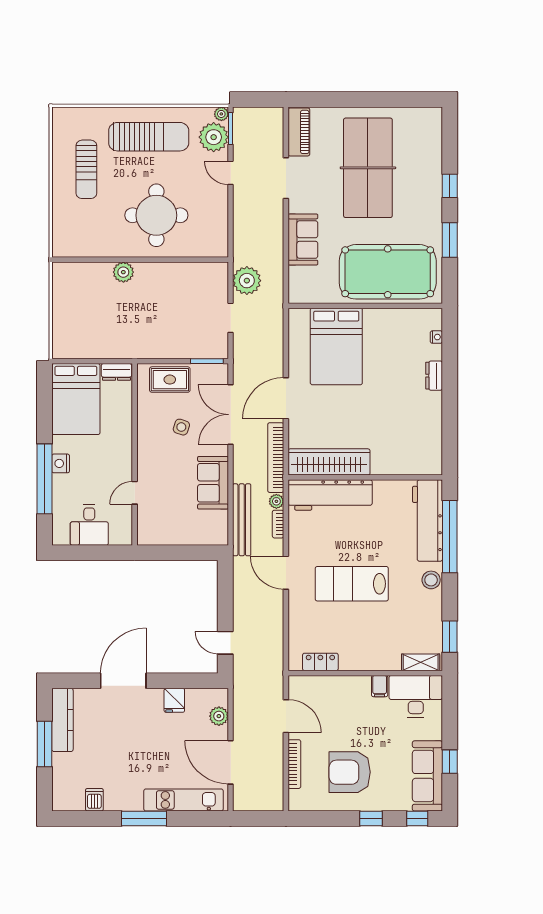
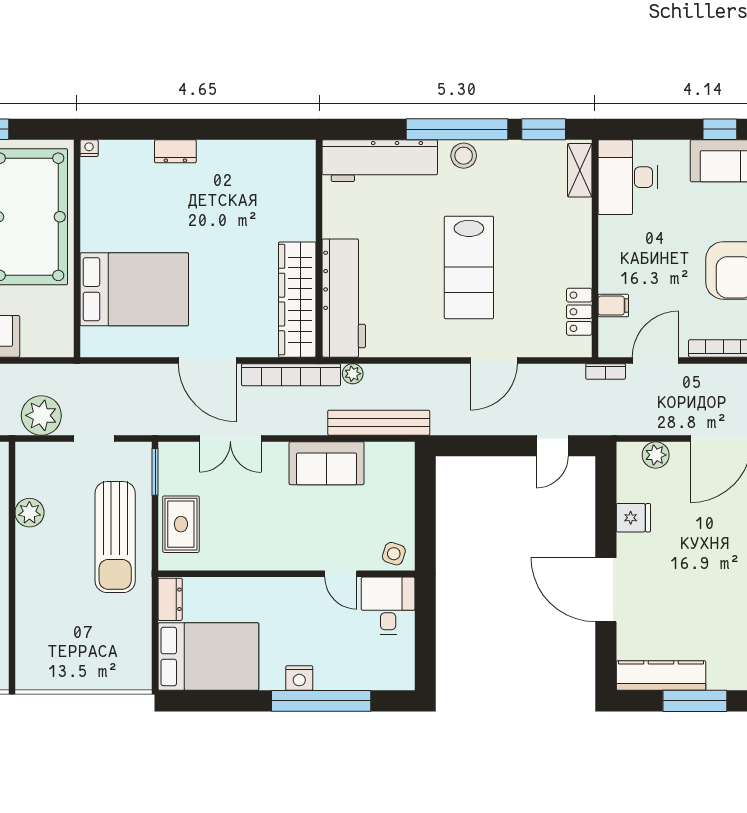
plant: (123, 272) -> (29, 513), moved
sun lounger: (161, 333) -> (115, 537), added
nightstand: (436, 337) -> (89, 148), moved
double door: (231, 415) -> (230, 438), width x0.73
side table: (181, 427) -> (394, 554), moved
bookcase: (278, 524) -> (606, 371), moved
desk: (89, 525) -> (388, 606), moved, turned -90
window: (450, 537) -> (457, 129), moved
door: (286, 573) -> (494, 360), moved
filing cabinet: (380, 686) -> (613, 306), moved

